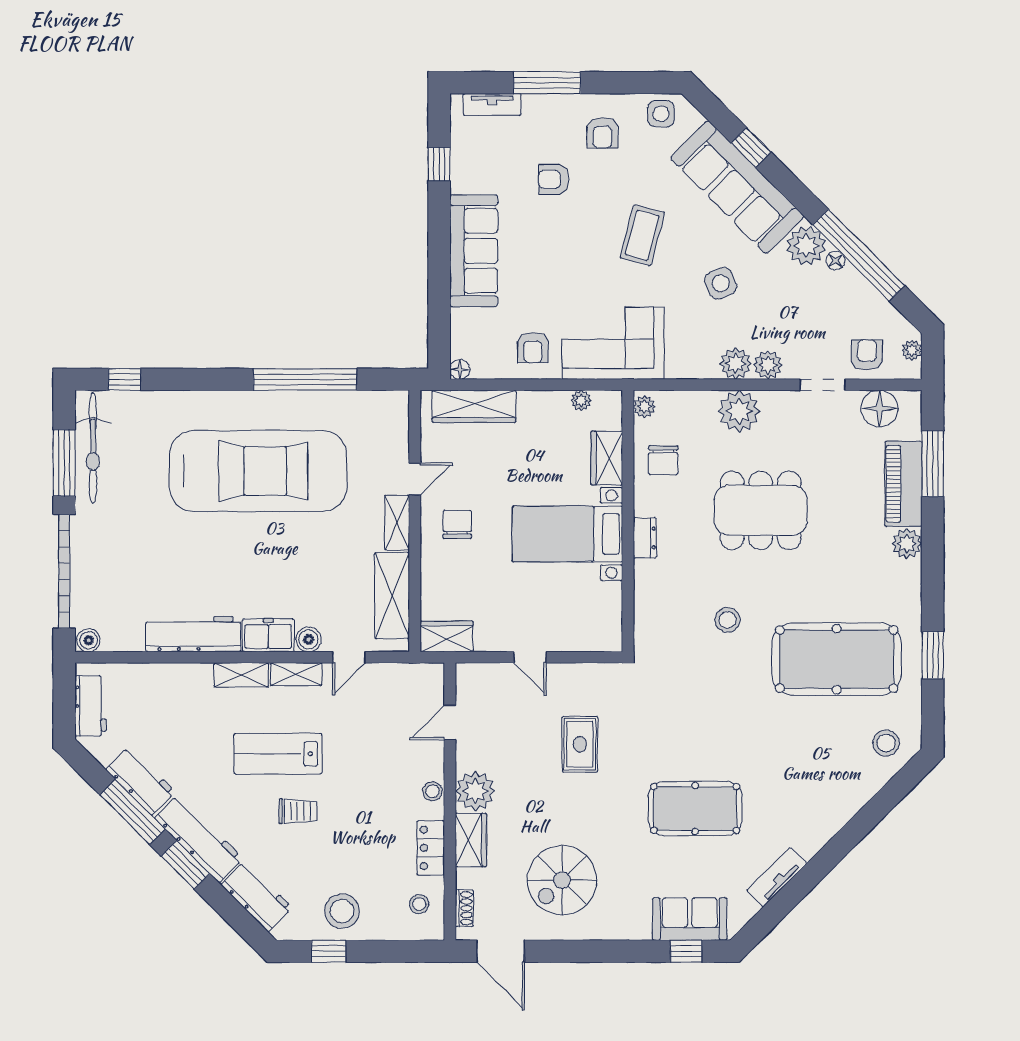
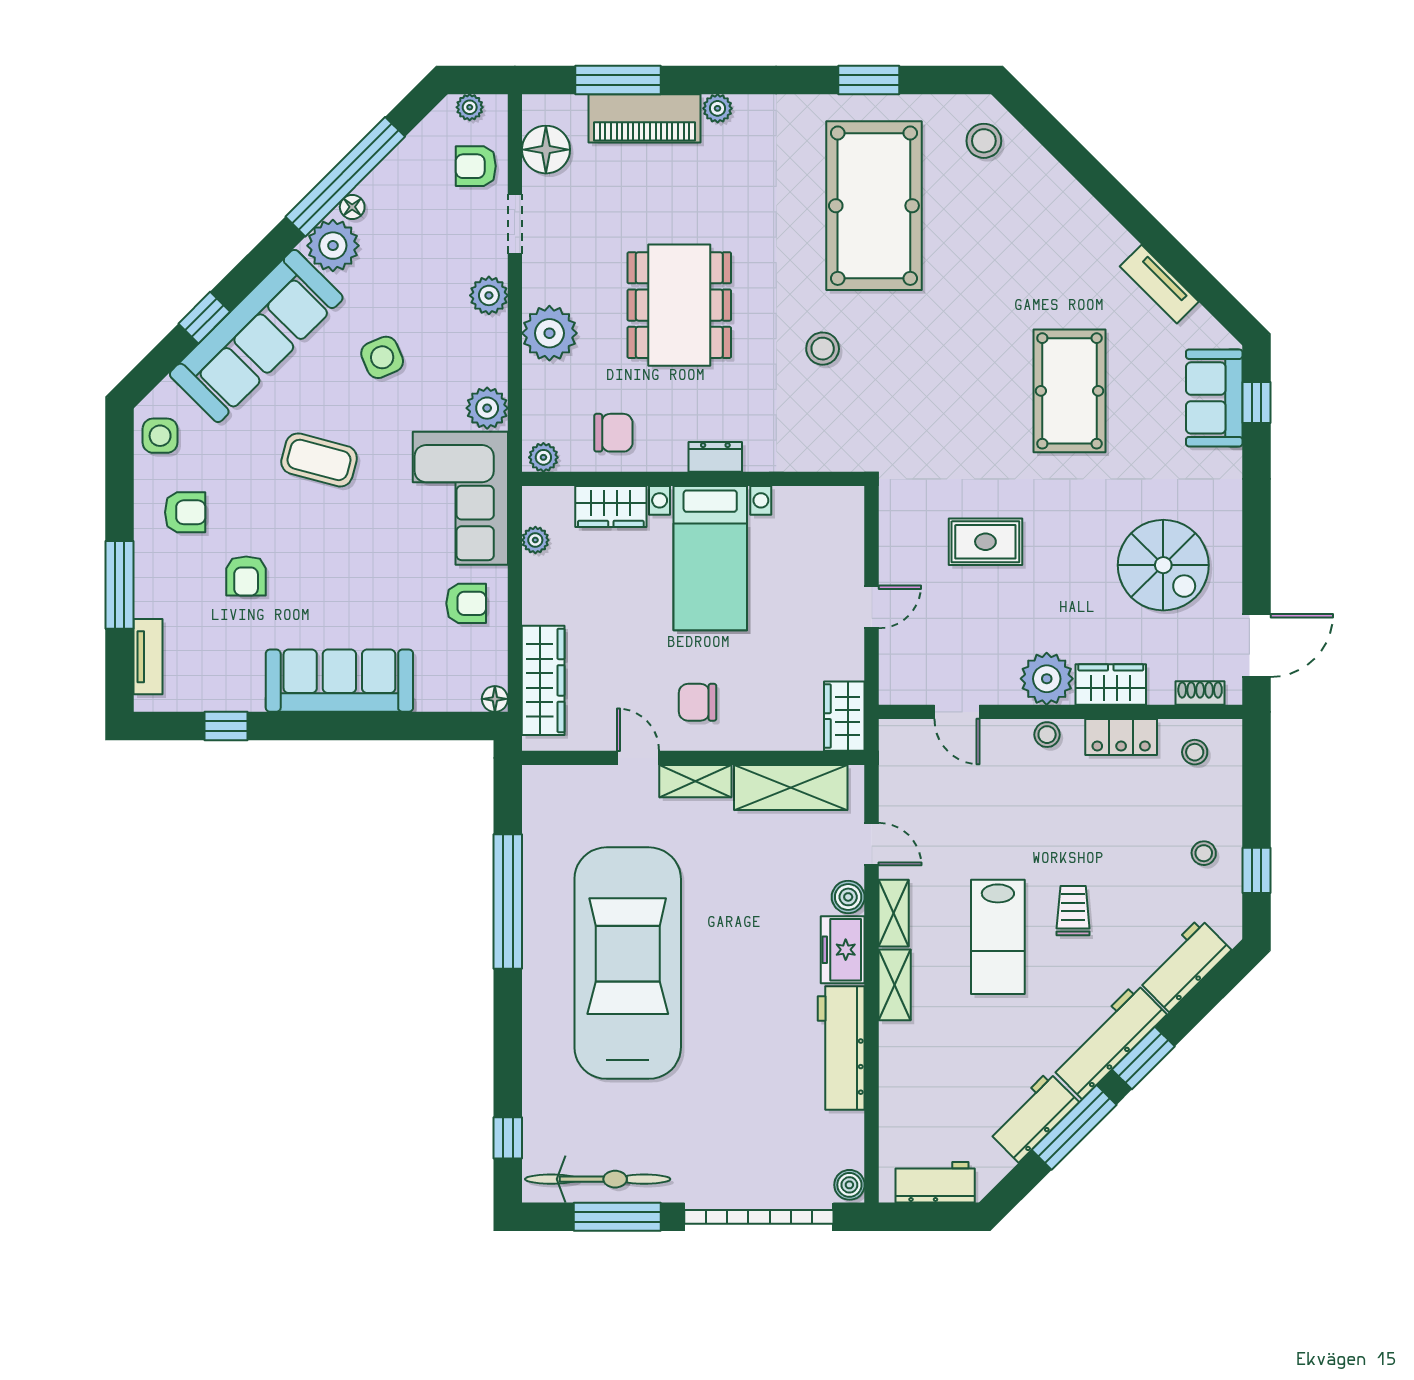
plant: (736, 364) -> (487, 408), moved
plant: (907, 544) -> (718, 108), width x0.73, depth x0.73
stool: (342, 911) -> (1204, 853), width x0.53, depth x0.53

